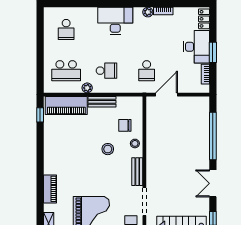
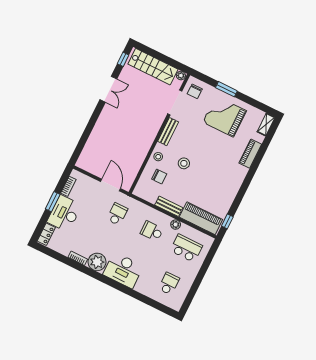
plant: (148, 12) -> (97, 262), width x1.88, depth x1.88
door: (167, 95) -> (110, 185), swing flipped
window: (213, 136) -> (88, 130), removed

